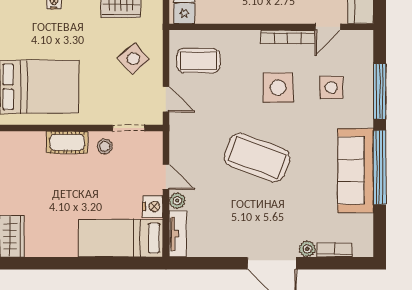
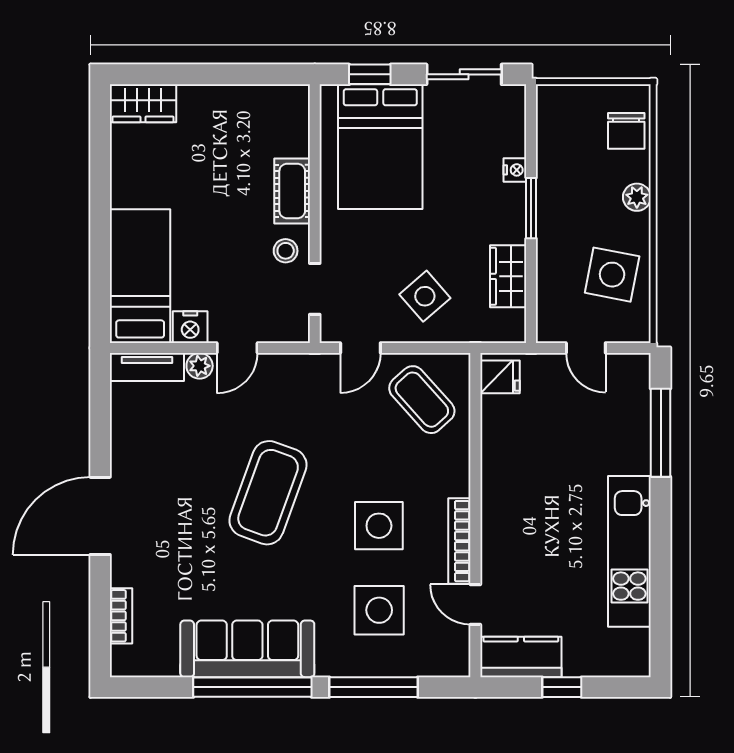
coffee table: (199, 61) -> (422, 400), turned -42
side table: (331, 87) -> (379, 610), width x1.37, depth x1.37
plant: (307, 249) -> (123, 572), removed

